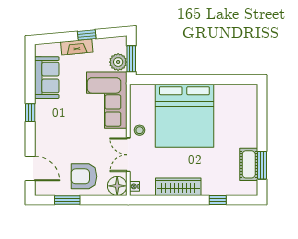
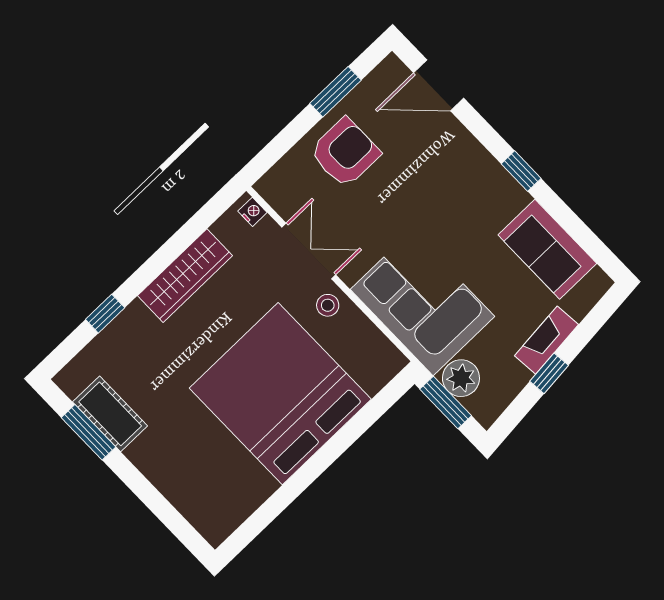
floor lamp: (117, 186) -> (280, 187), removed

